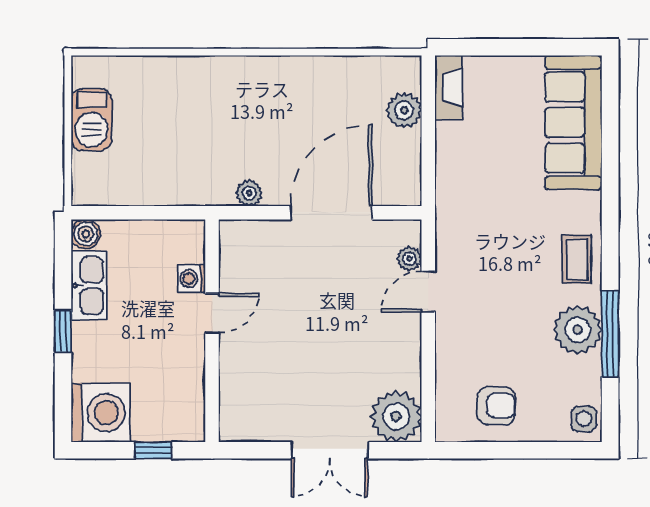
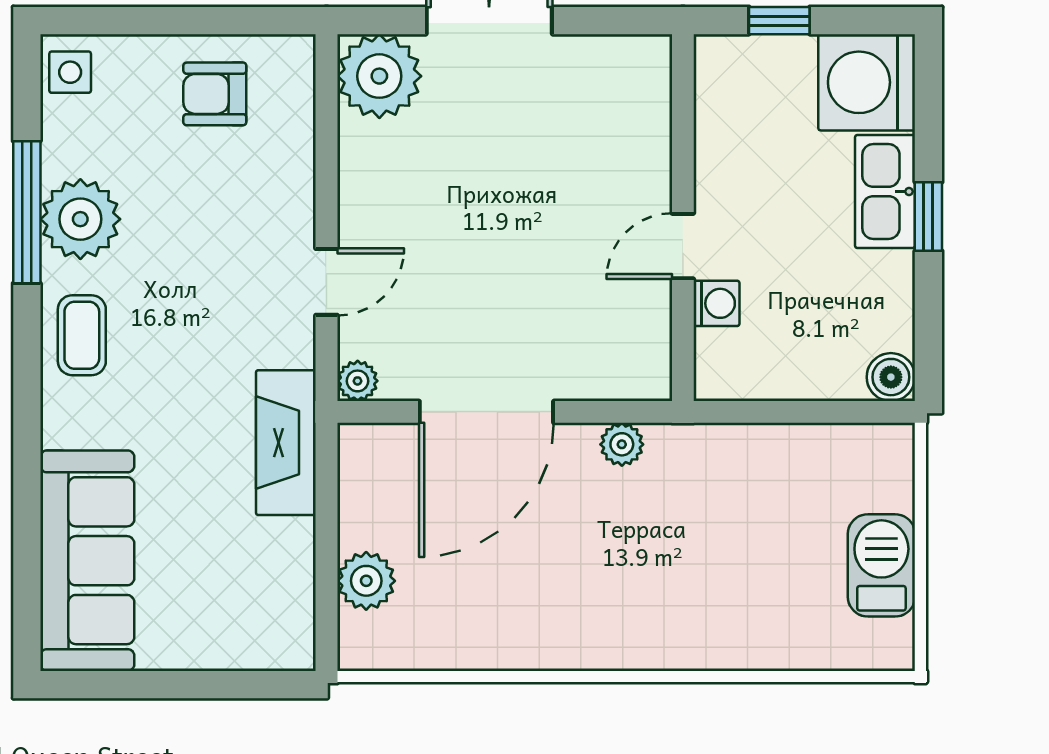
fireplace: (449, 88) -> (286, 443), moved, width x1.37, depth x1.32
plant: (409, 259) -> (358, 381), moved
kitchen sink: (89, 285) -> (885, 192), moved

